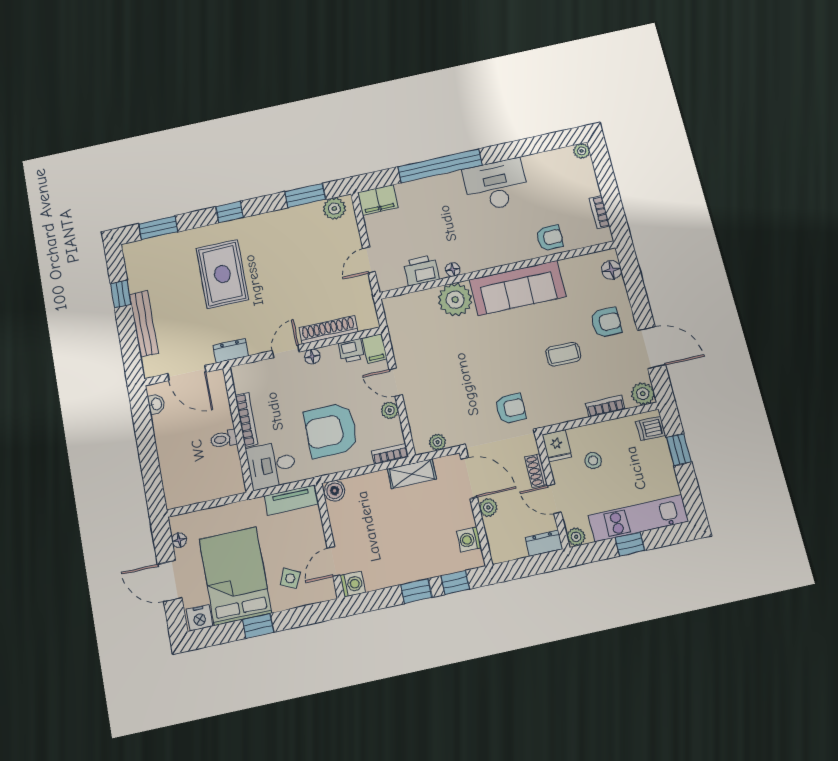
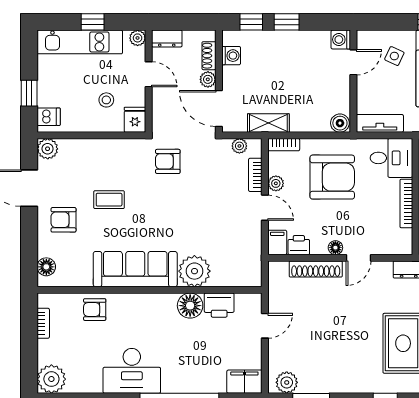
plant: (582, 151) -> (51, 379), width x1.87, depth x1.87
floor lamp: (453, 270) -> (190, 306), width x1.89, depth x1.89
bookcase: (605, 406) -> (255, 175), moved, turned 90
shoe rack: (536, 471) -> (209, 56), moved, turned 180

